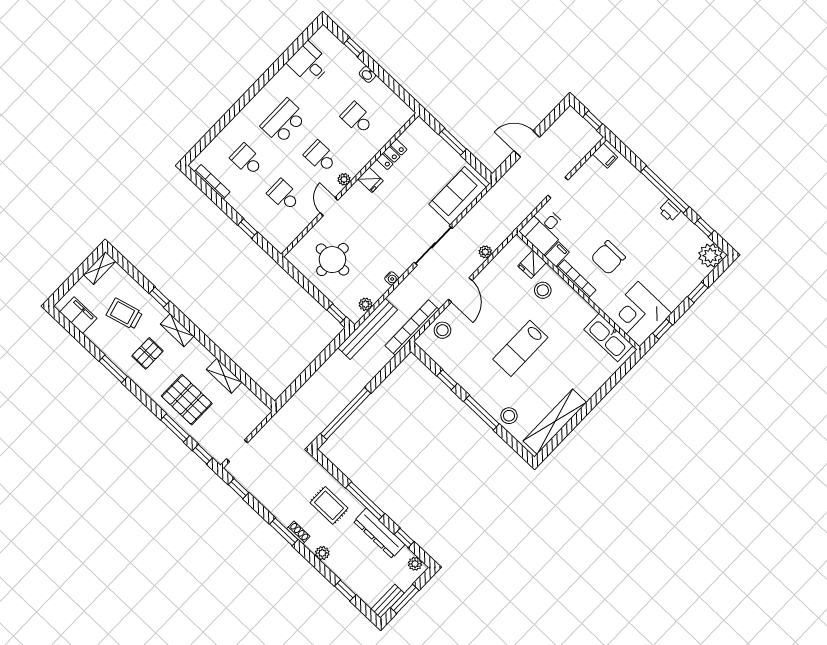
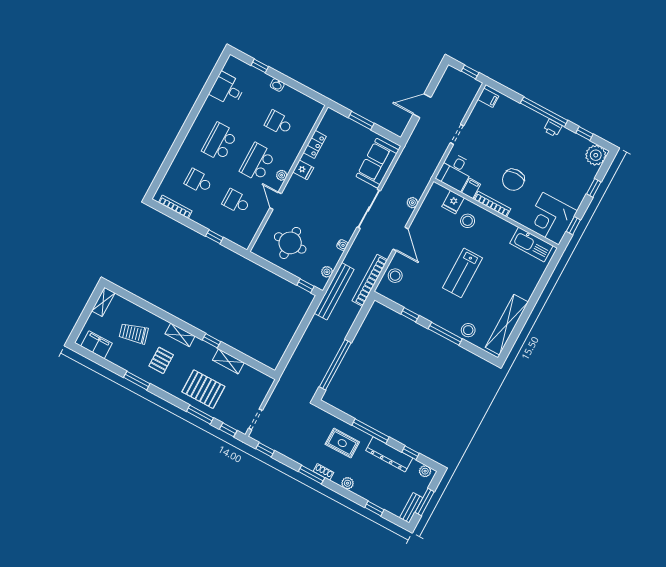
school desk: (320, 157) -> (257, 162), width x1.85
window: (159, 297) -> (212, 341), moved

